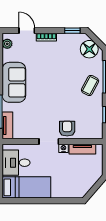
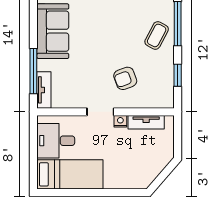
armchair: (67, 129) -> (125, 78), moved, turned -110

